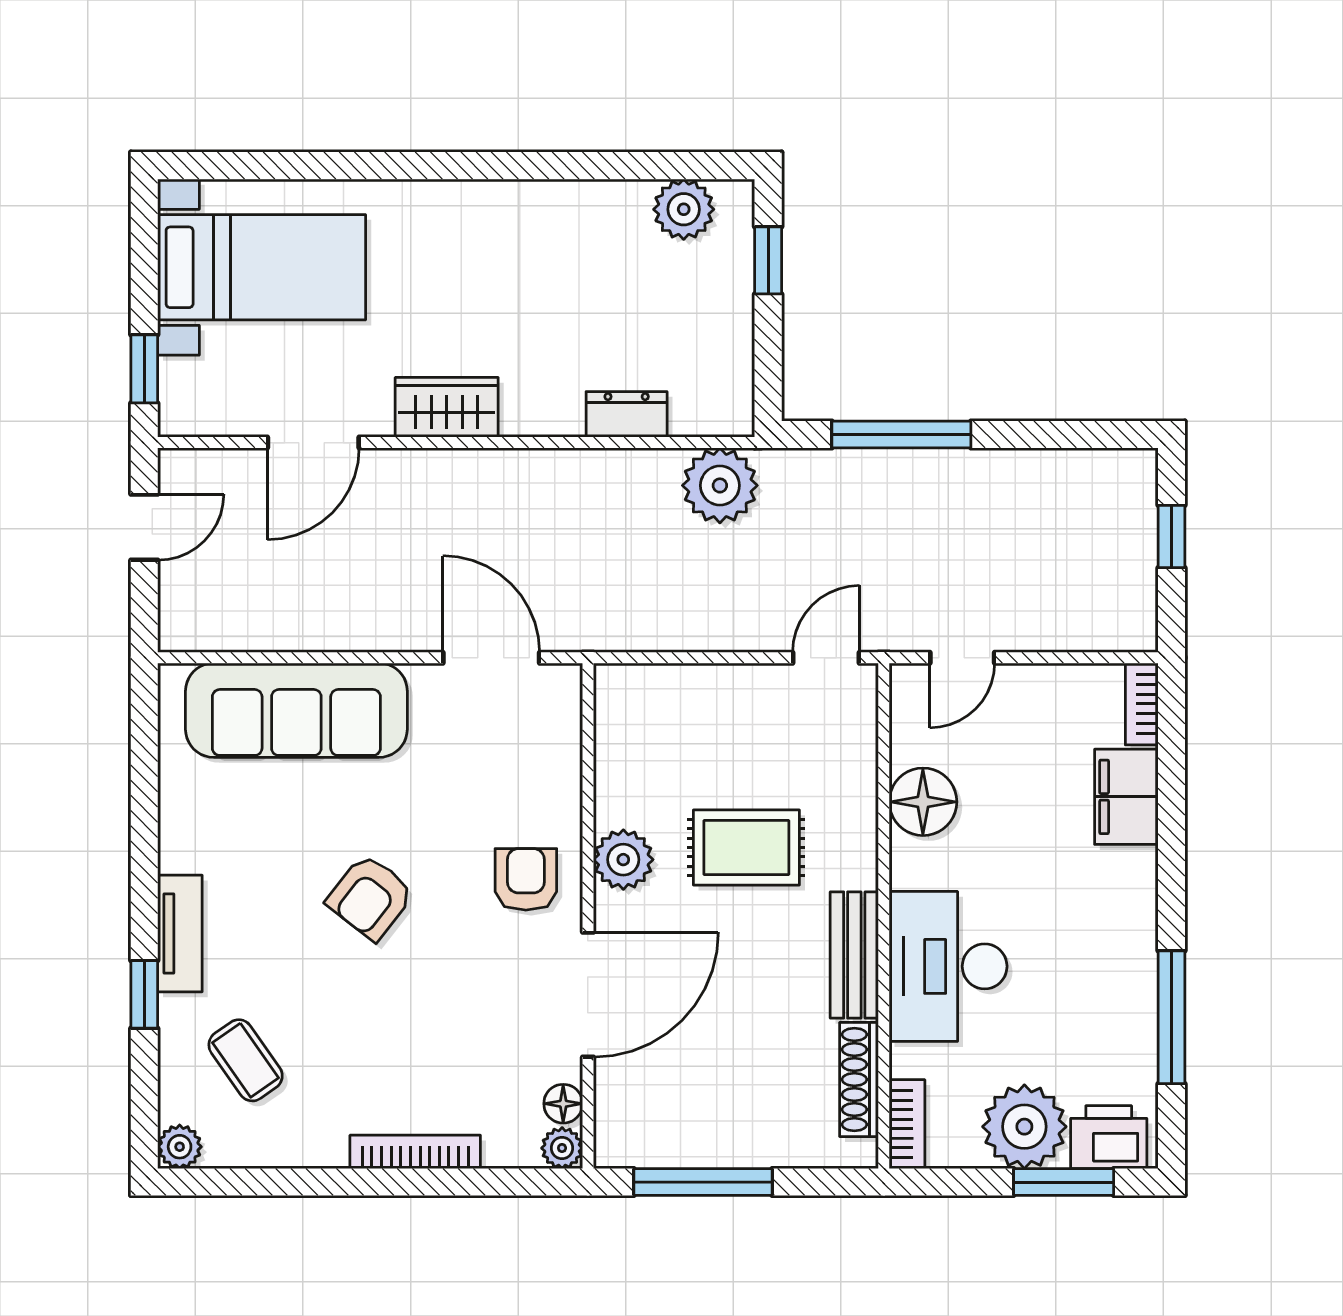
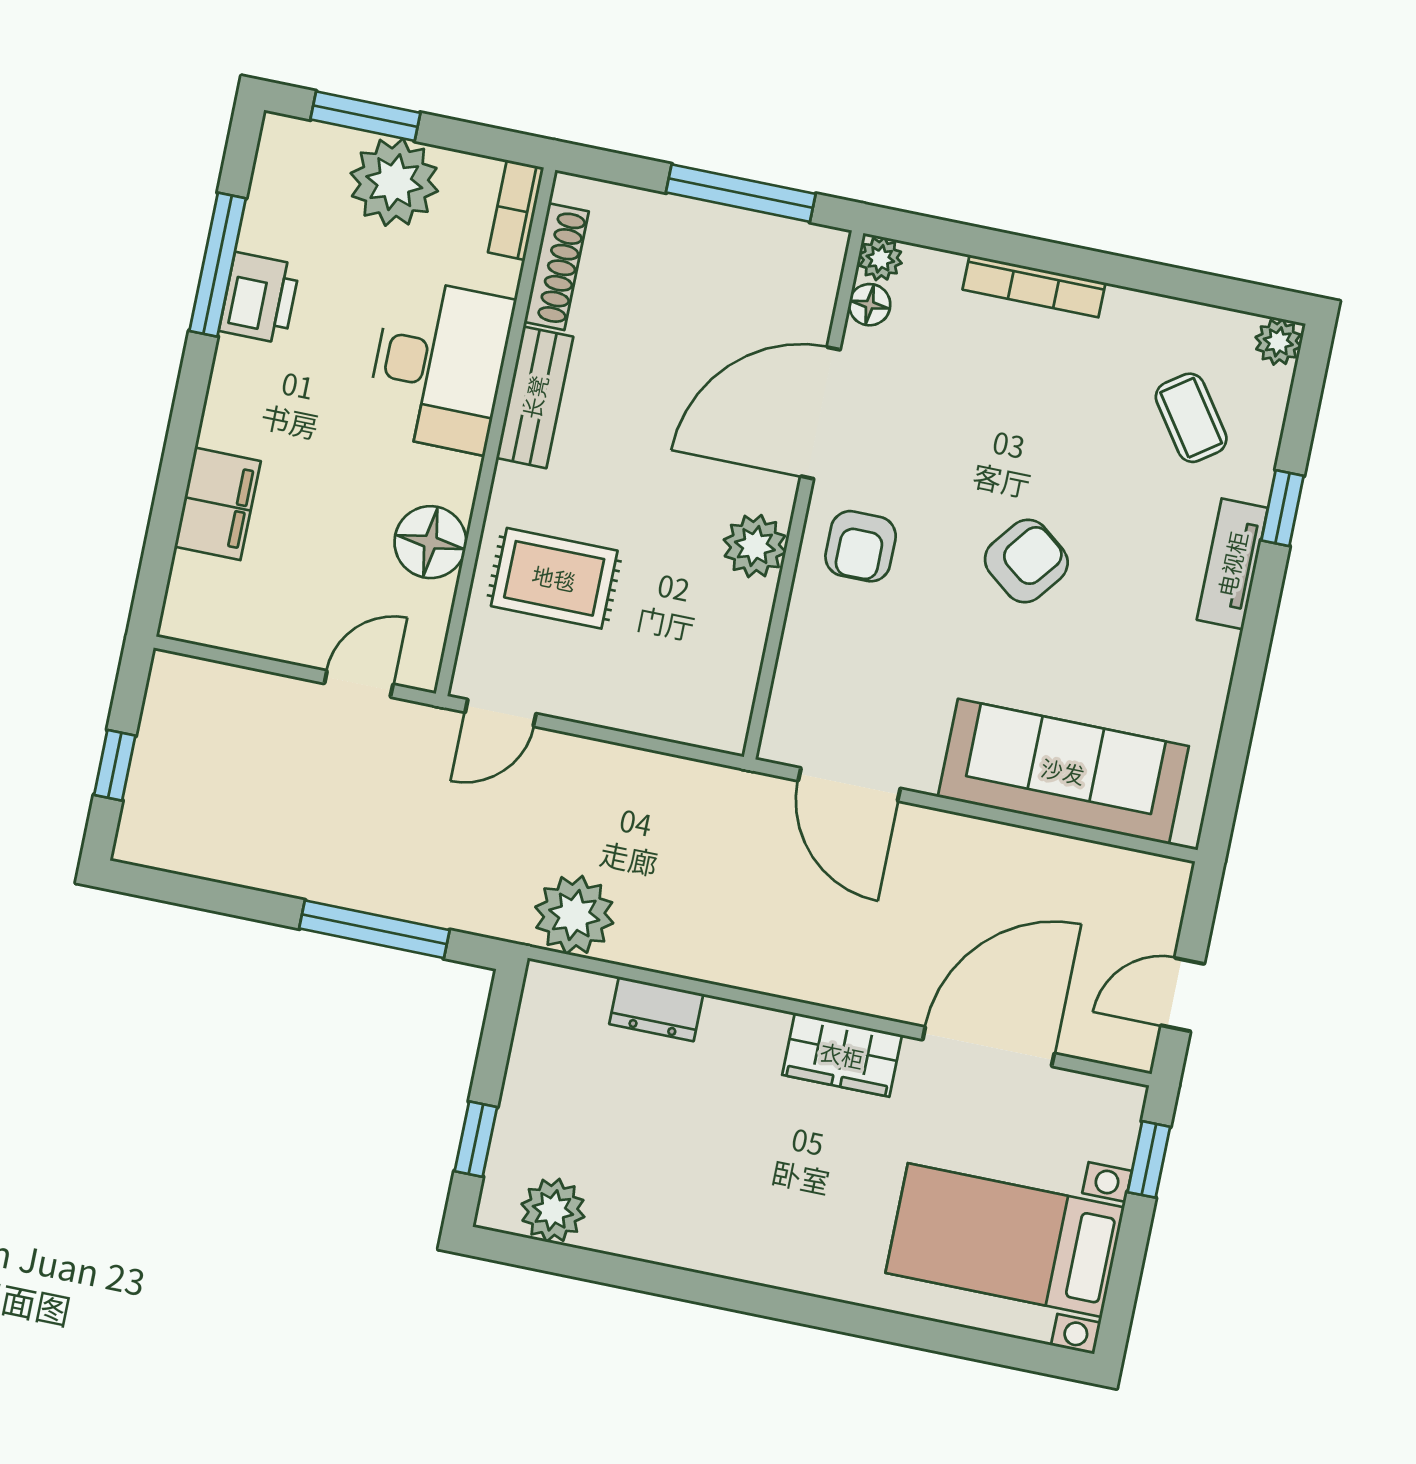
door: (313, 443) -> (988, 1047), width x1.36
bookcase: (1142, 704) -> (182, 597), removed
rug: (746, 847) -> (554, 578), moved
printer: (1109, 1137) -> (260, 298), moved, turned -90

